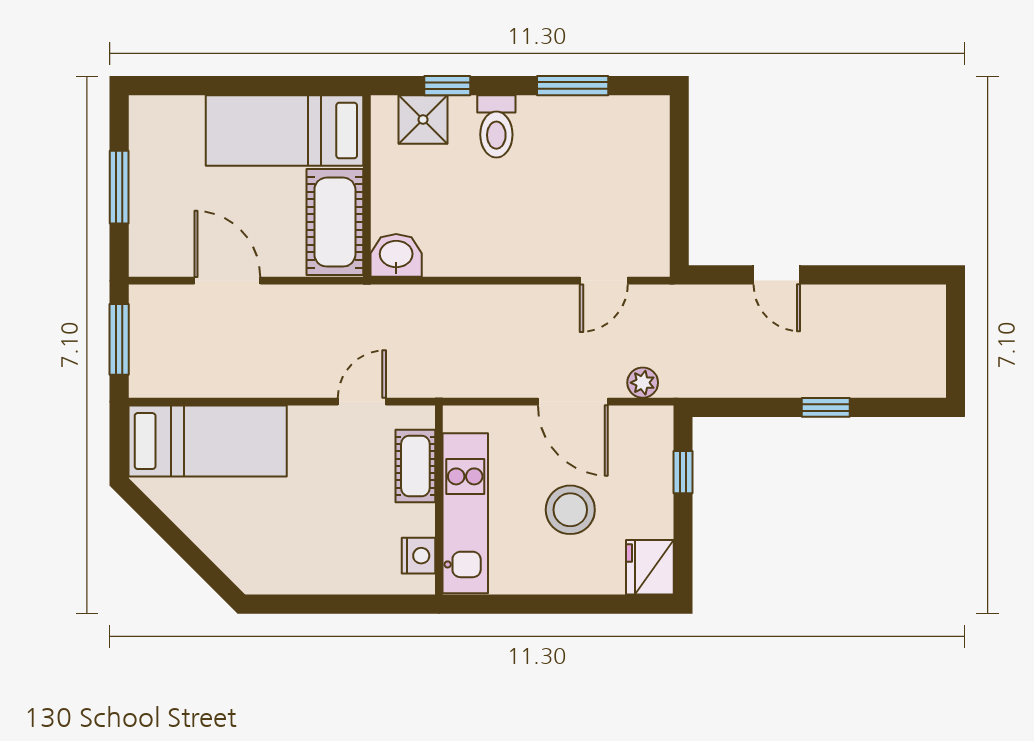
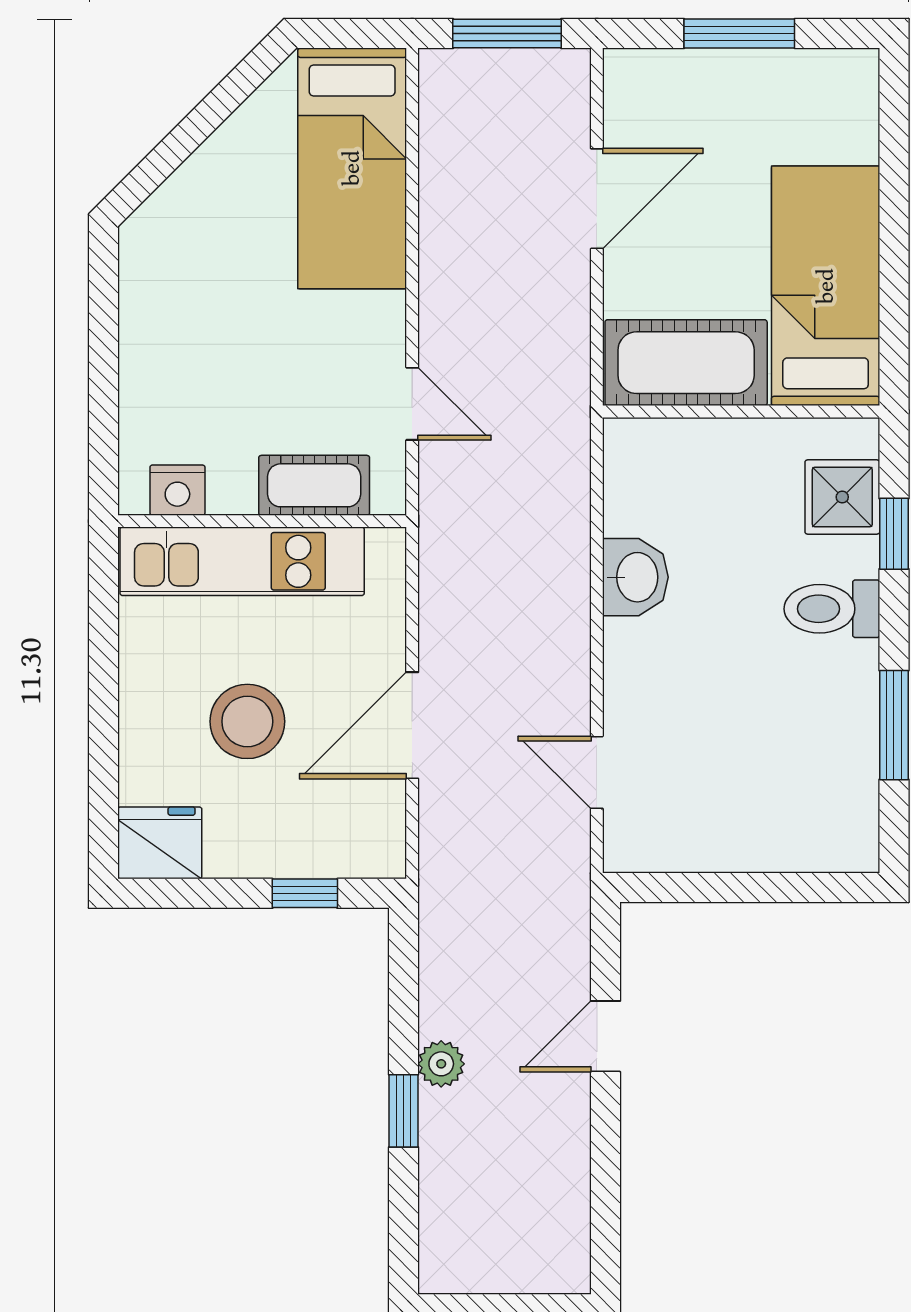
washbasin: (396, 255) -> (635, 577), moved
plant: (643, 383) -> (441, 1064), moved

